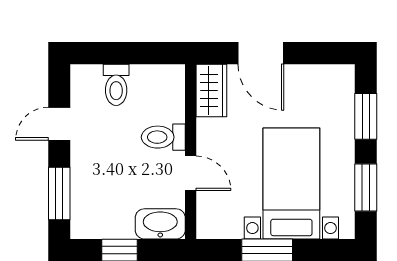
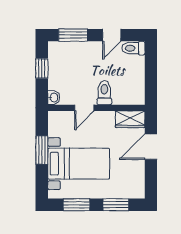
toilet: (116, 85) -> (133, 48), moved
door: (59, 124) -> (112, 35), swing flipped
washbasin: (160, 224) -> (54, 98), width x0.52, depth x0.69

